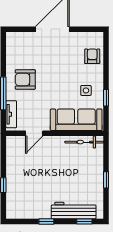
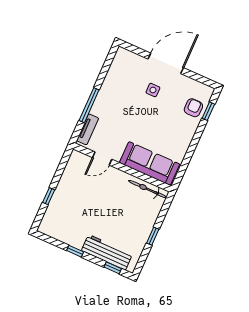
armchair: (25, 79) -> (117, 101), removed
side table: (86, 90) -> (153, 90), moved
window: (106, 98) -> (208, 111), moved

